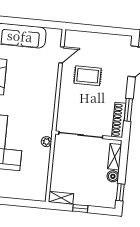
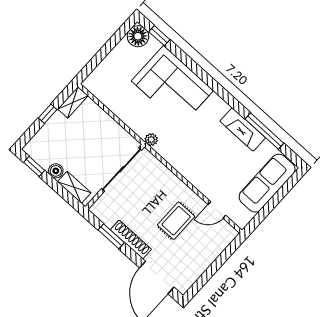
door: (61, 55) -> (217, 210), hinge flipped
shoe rack: (119, 120) -> (131, 240), moved
plant: (46, 142) -> (151, 140), moved

